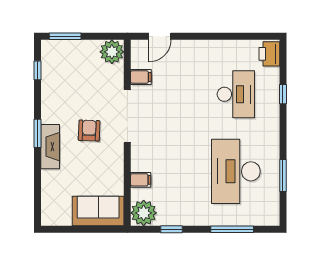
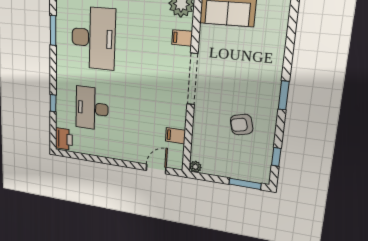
plant: (112, 52) -> (195, 167), width x0.53, depth x0.53
doorway: (127, 116) -> (192, 79), moved
armchair: (89, 131) -> (242, 125), moved, turned 74
fireplace: (50, 147) -> (272, 80), removed

